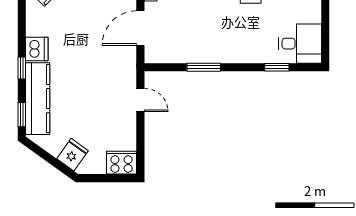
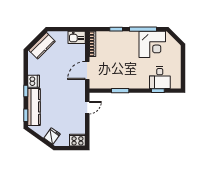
desk: (300, 44) -> (160, 78), moved, turned 90
door: (140, 100) -> (87, 108), hinge flipped

